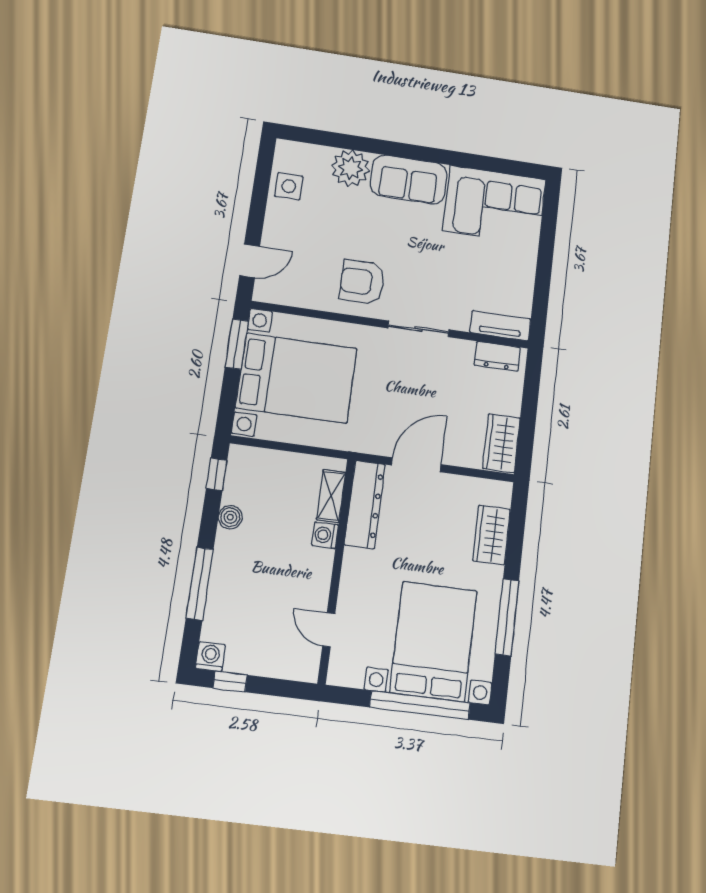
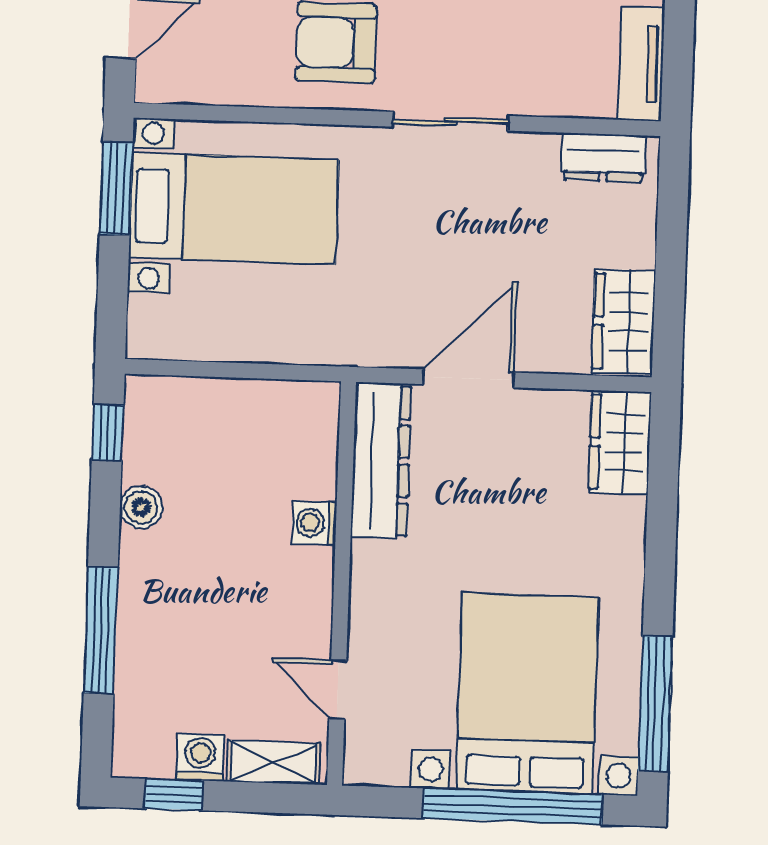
tv unit: (500, 326) -> (641, 64), moved, turned -90
bed with nightstands: (296, 378) -> (234, 209), width x0.73
shelving: (331, 496) -> (273, 762), moved, turned 90
wardrobe: (492, 535) -> (620, 442), moved
window: (507, 617) -> (655, 704), moved
washing machine: (210, 657) -> (200, 757), moved

